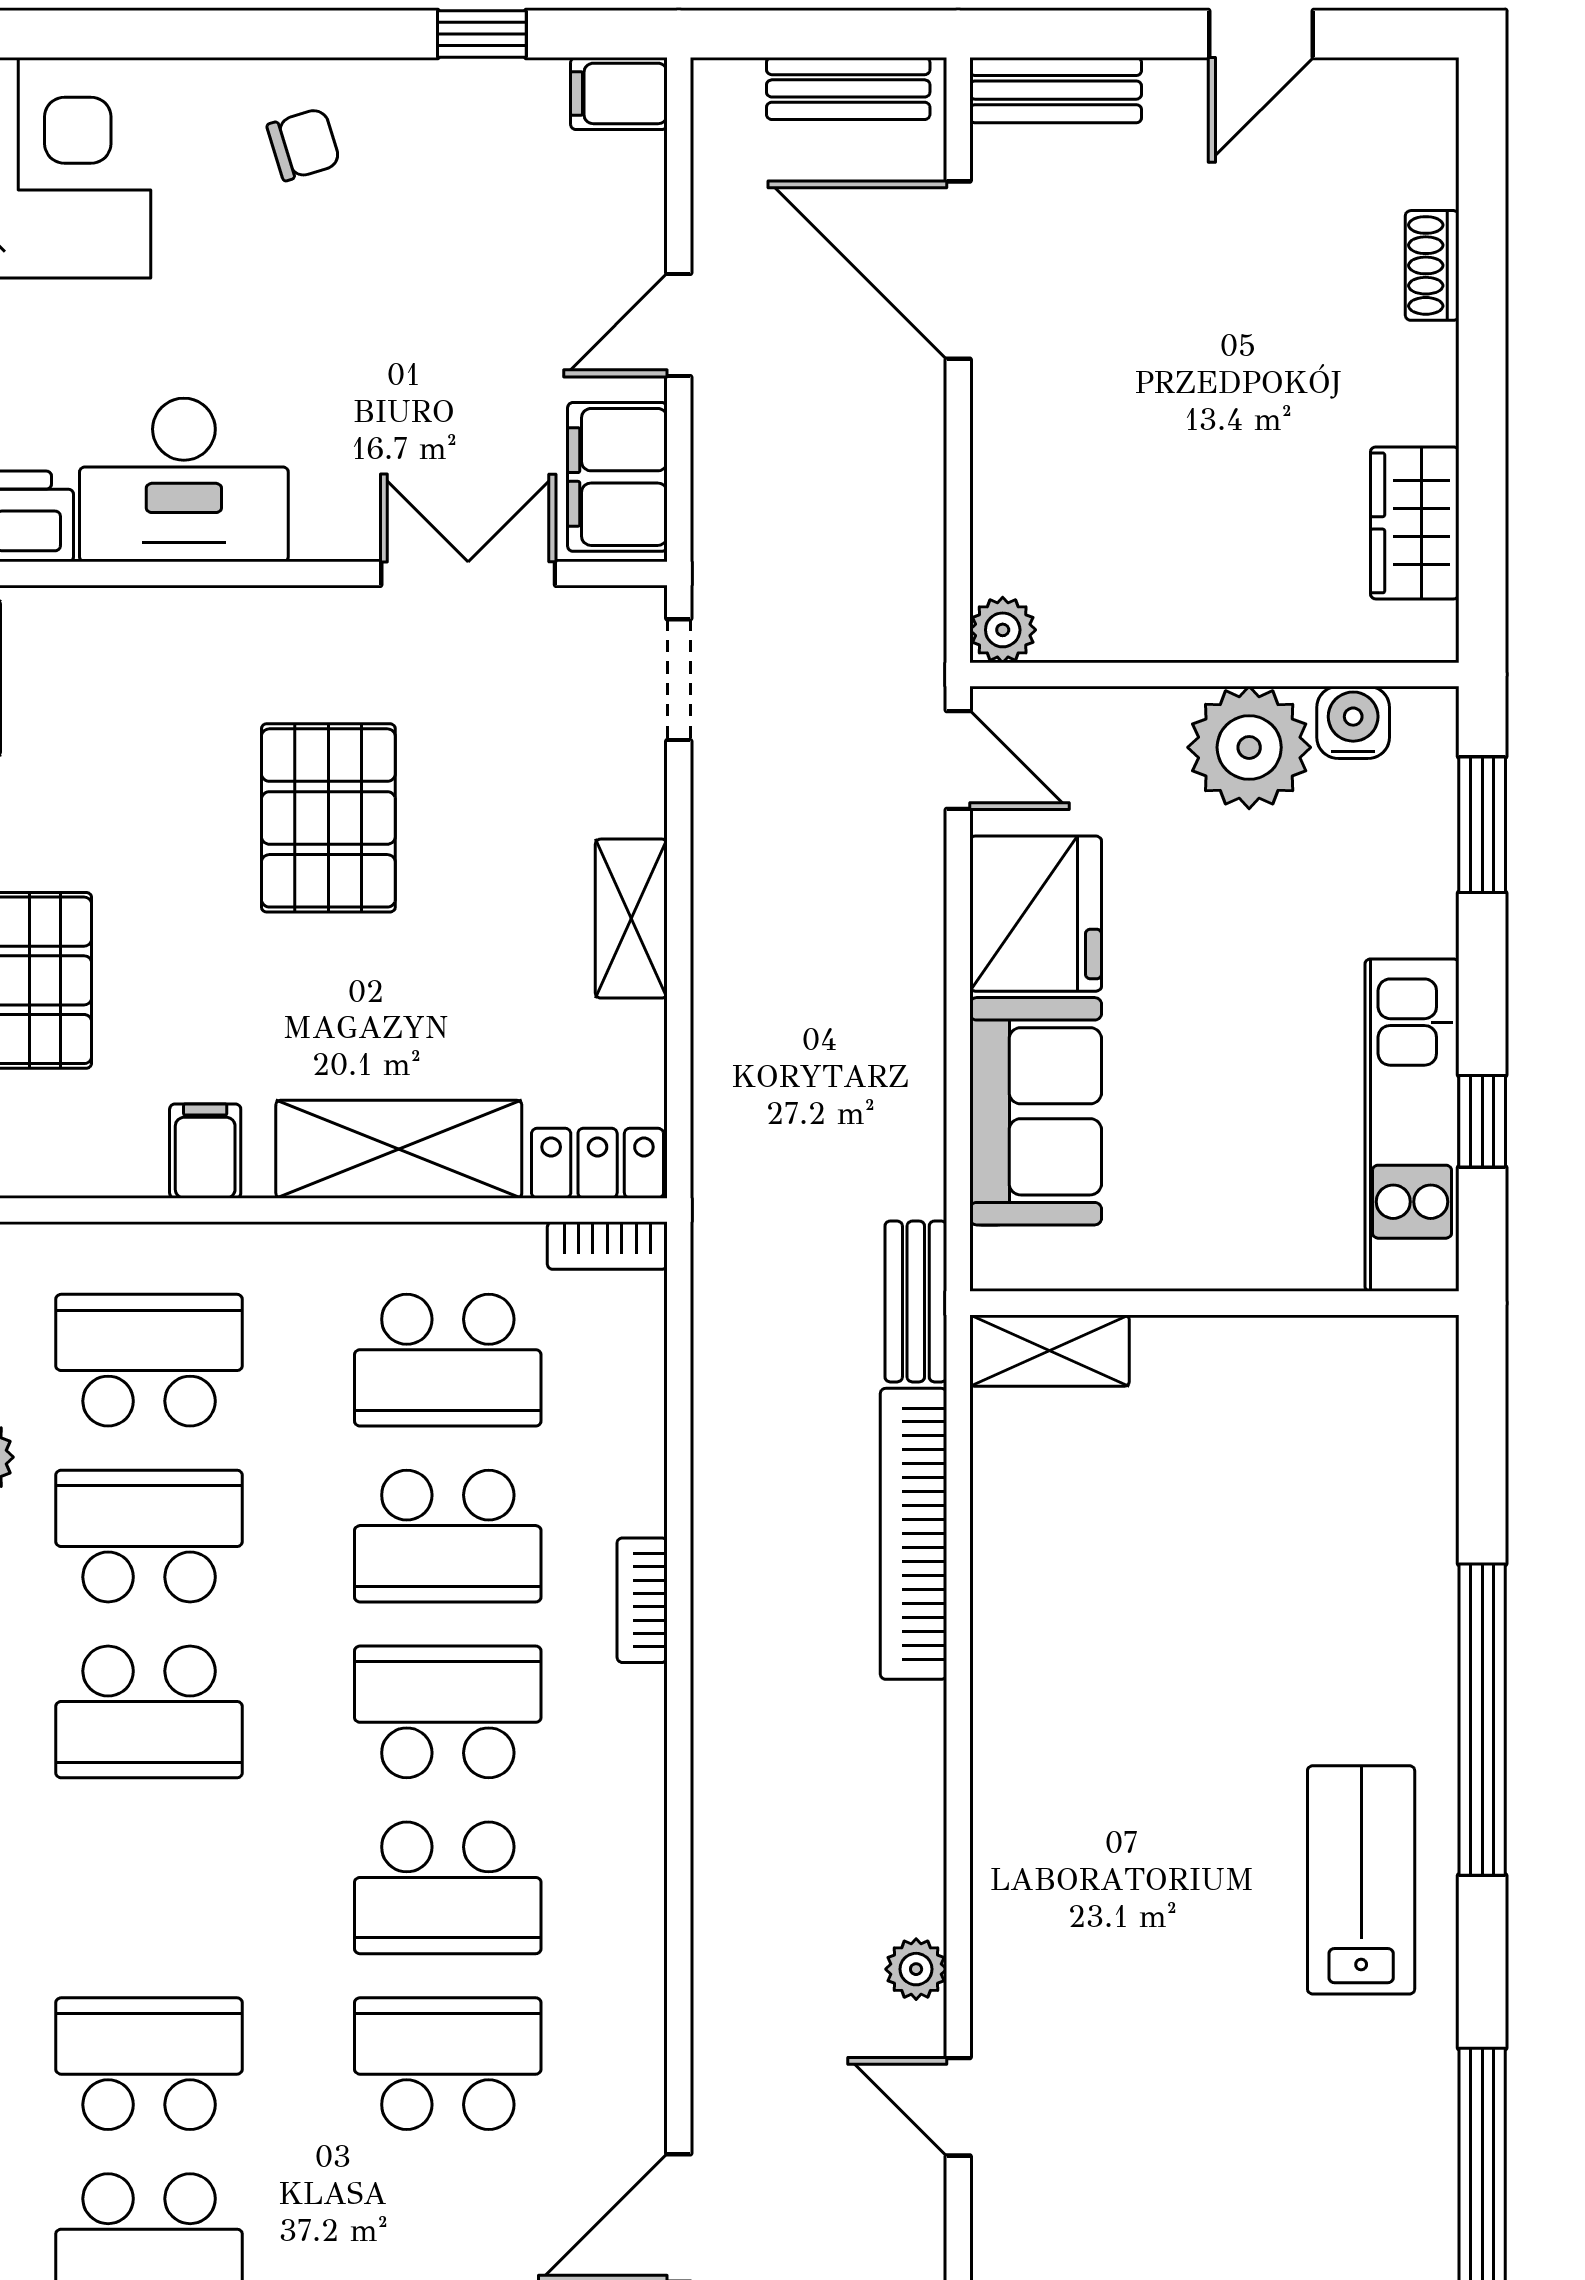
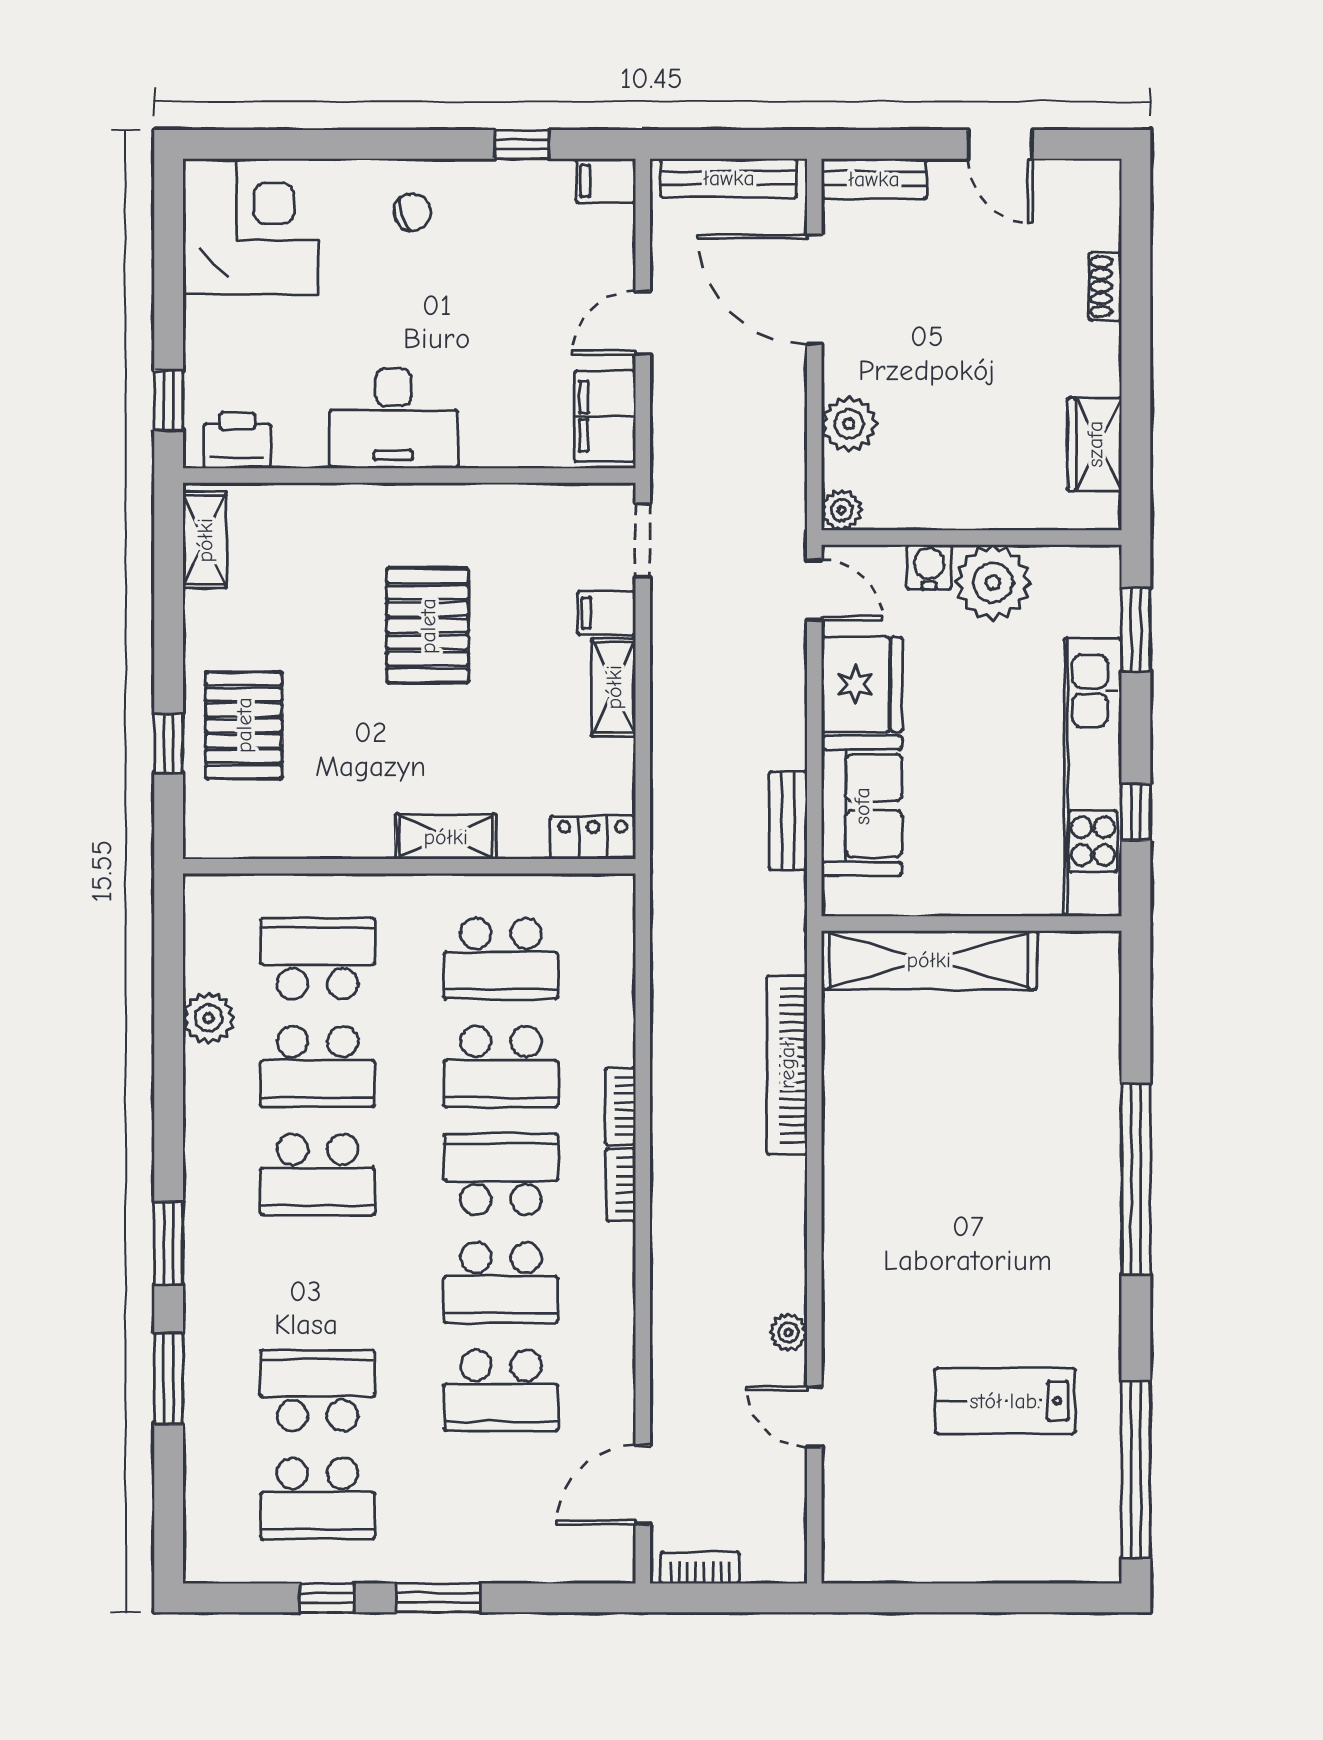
door: (1261, 34) -> (1000, 144), hinge flipped
bench: (848, 88) -> (729, 178), width x1.36
desk: (184, 480) -> (394, 418), moved
plant: (1015, 489) -> (849, 424), added
double door: (468, 573) -> (513, 476), removed
water cooler: (1353, 722) -> (929, 567), moved
kitchen unit: (1412, 1125) -> (1093, 777), width x1.36
shelving: (399, 1149) -> (446, 837), width x0.67, depth x0.75
filing cabinet: (205, 1151) -> (607, 613), moved, turned -90
bookcase: (607, 1246) -> (621, 1185), moved, turned 90
bench: (916, 1301) -> (788, 821), moved
shelving: (1050, 1351) -> (929, 960), width x2.20, depth x1.33
school desk: (149, 1536) -> (317, 1067), turned 180
lab bench: (1361, 1880) -> (1005, 1401), moved, turned -90
school desk: (448, 2064) -> (501, 1390), turned 180

